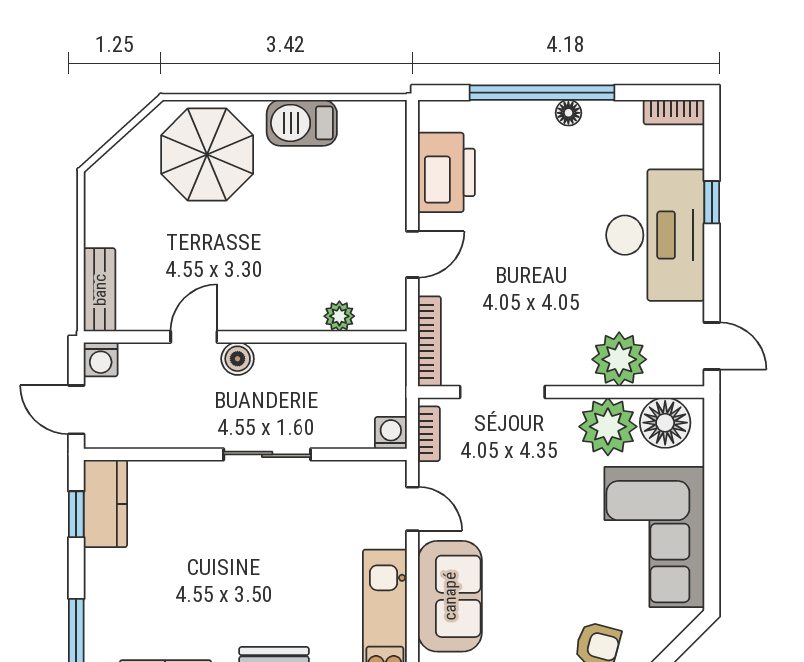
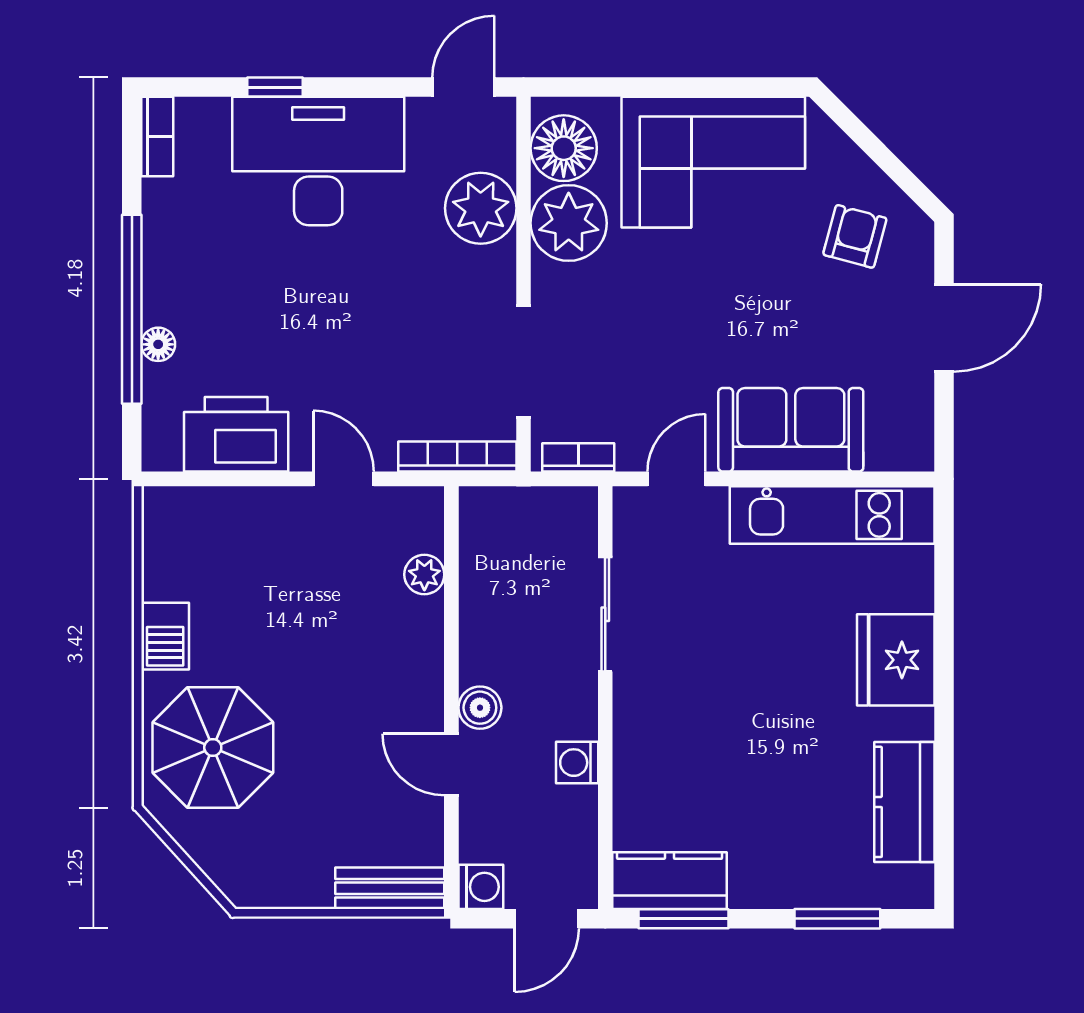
floor lamp: (568, 113) -> (158, 344), moved
barbecue: (302, 123) -> (165, 636), width x0.73, depth x0.79
washing machine: (391, 433) -> (577, 763), moved
sliding door: (267, 454) -> (605, 614), moved
window: (76, 514) -> (683, 919), width x1.50

